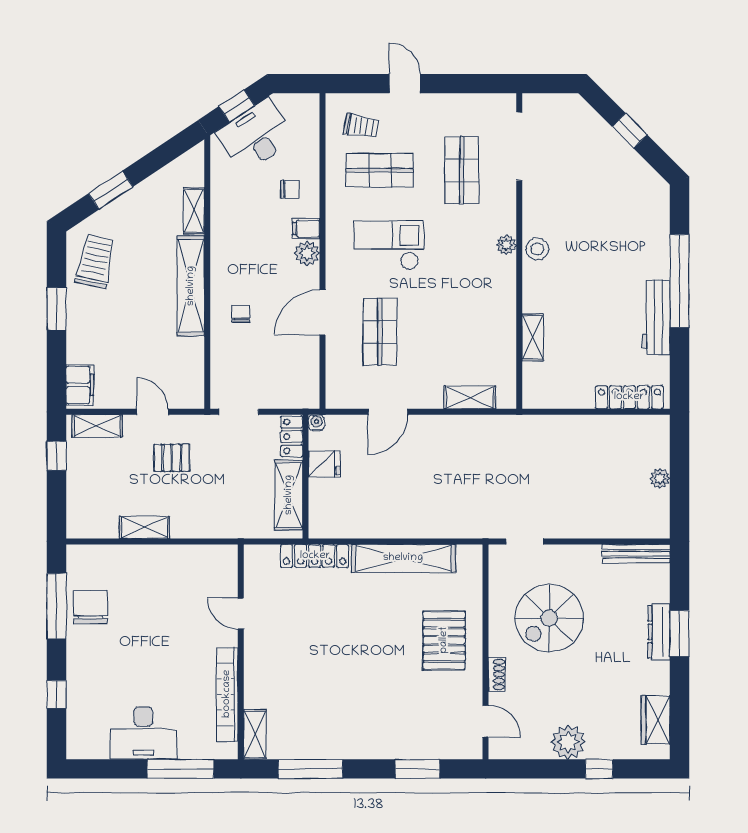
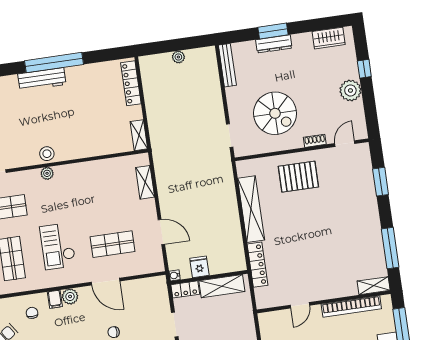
workbench: (656, 317) -> (42, 79), moved
shelving: (533, 338) -> (139, 135), moved, turned 90

